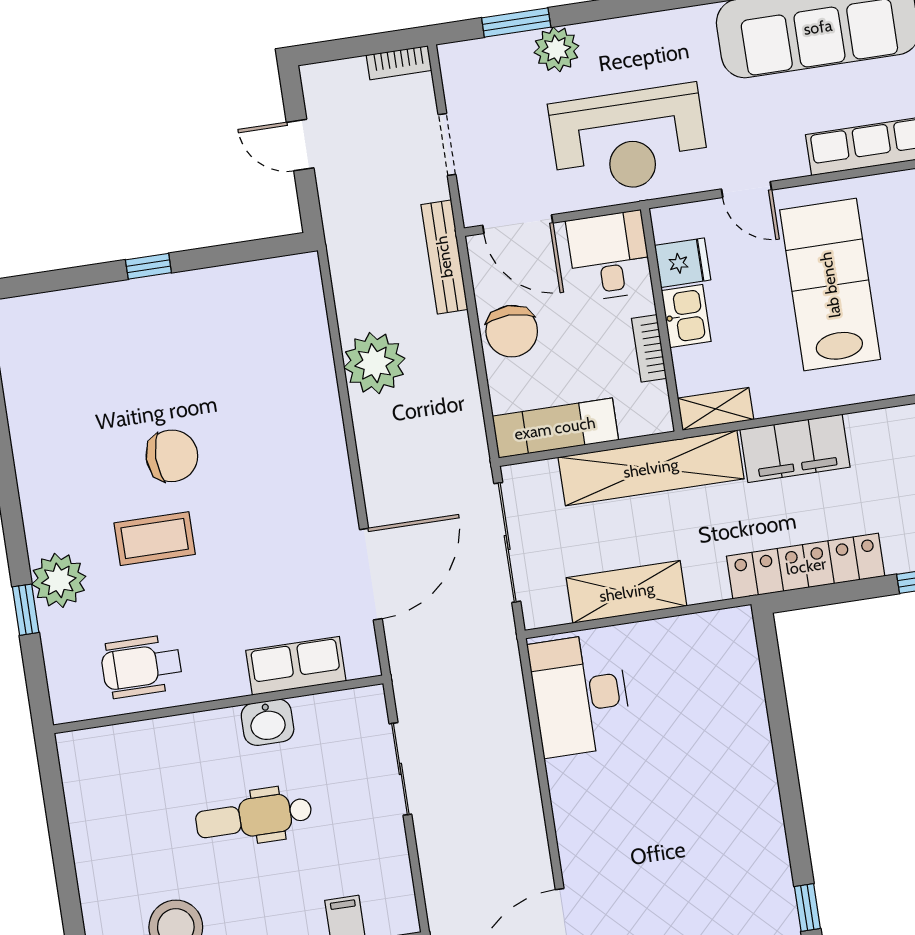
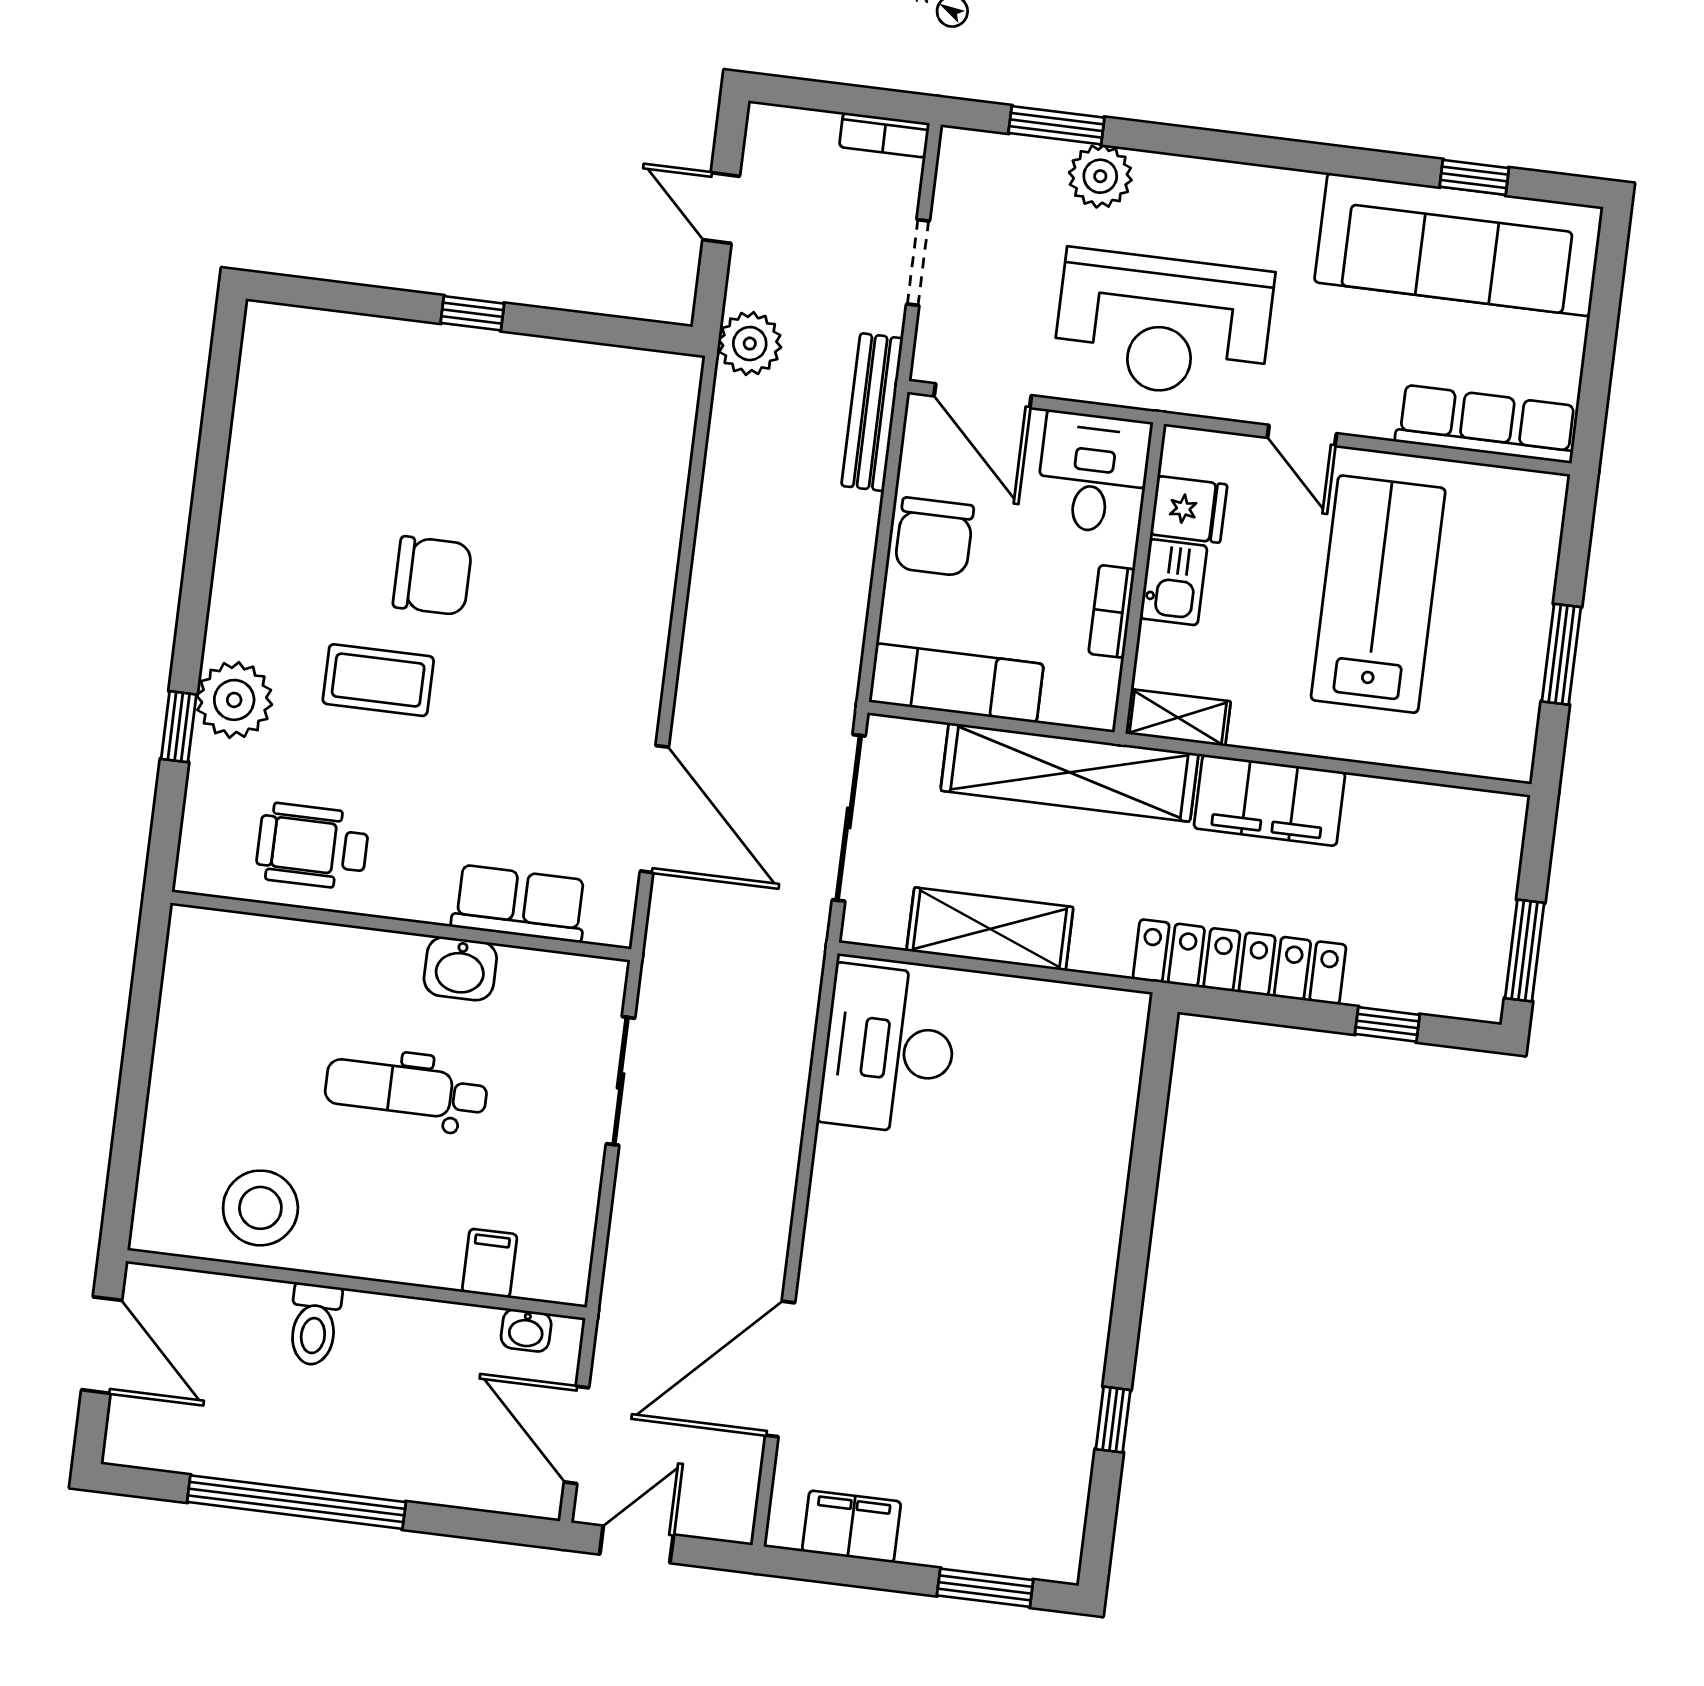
plant: (374, 363) -> (750, 344), moved, width x0.73, depth x0.73
door: (371, 574) -> (654, 809), hinge flipped

